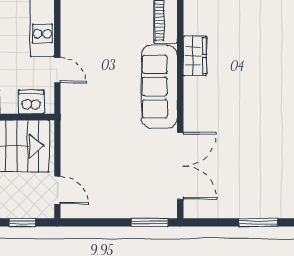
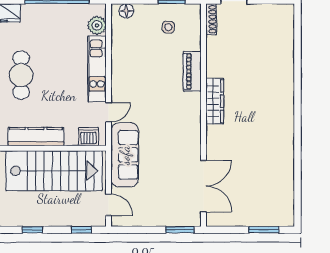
wardrobe: (195, 56) -> (215, 101), width x1.50
door: (57, 70) -> (109, 112), hinge flipped
sofa: (159, 87) -> (125, 155), moved, turned 180

